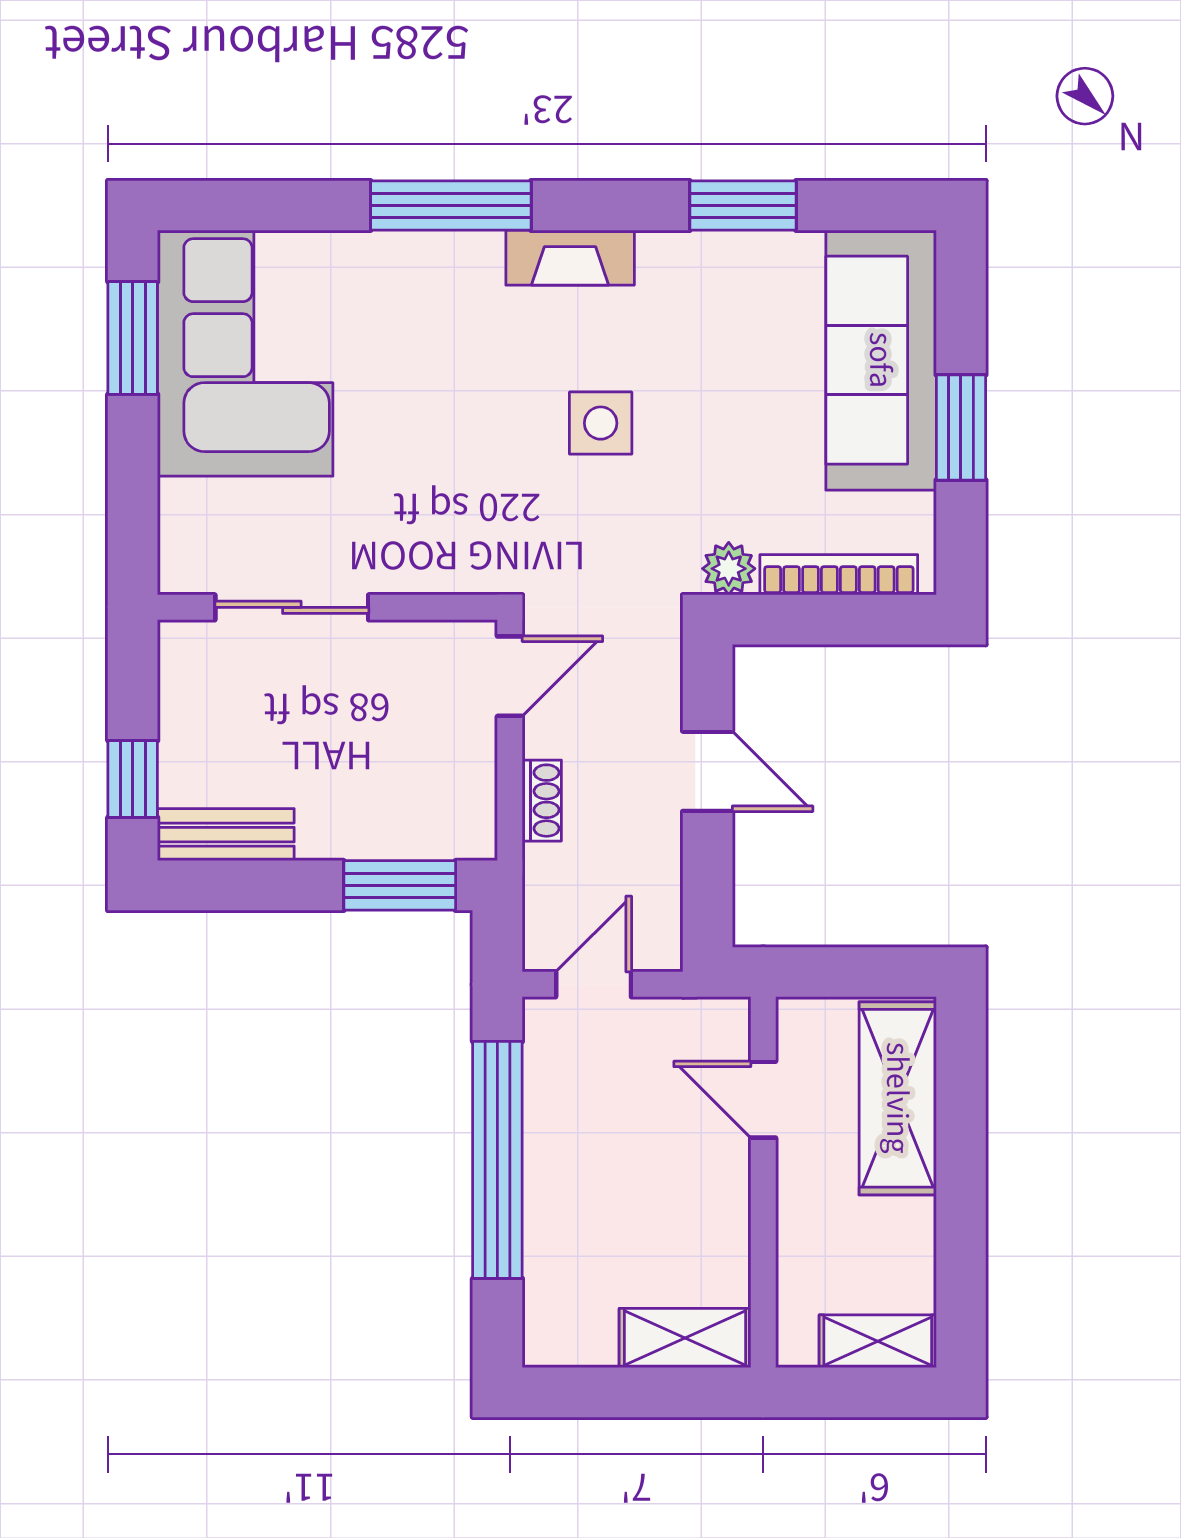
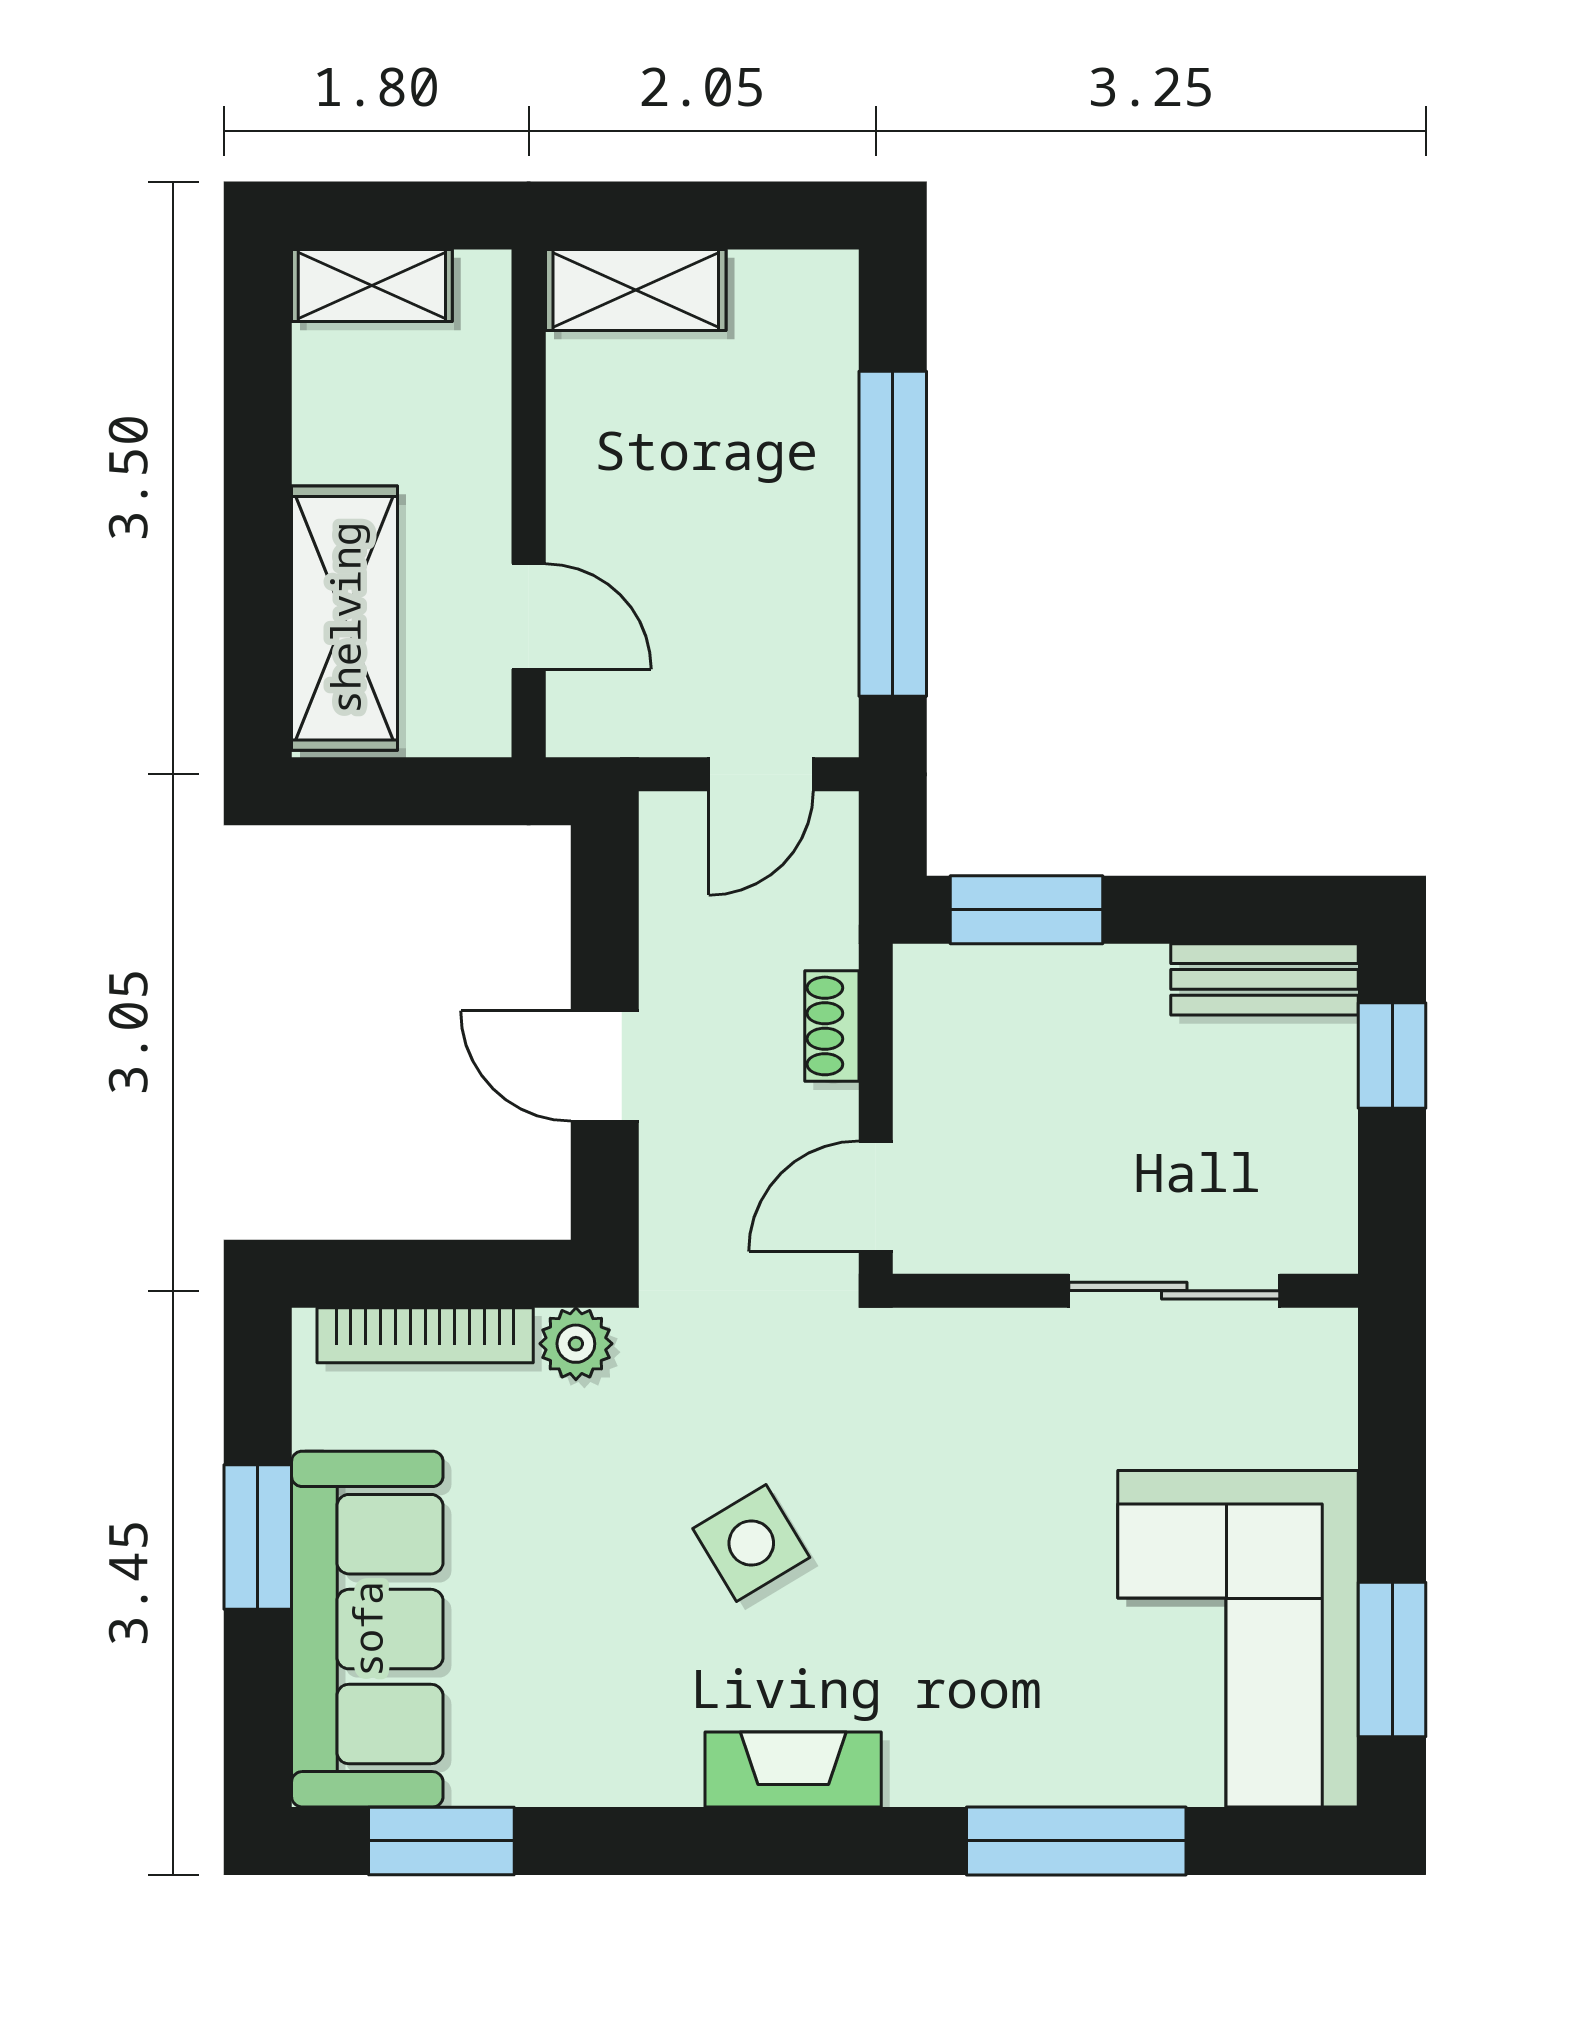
window: (451, 206) -> (1076, 1841), moved
window: (743, 206) -> (441, 1841), moved
side table: (601, 423) -> (751, 1543), turned -31

